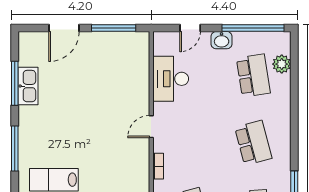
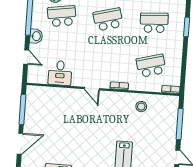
door: (64, 28) -> (20, 144), hinge flipped
desk: (171, 79) -> (60, 73), width x0.73

